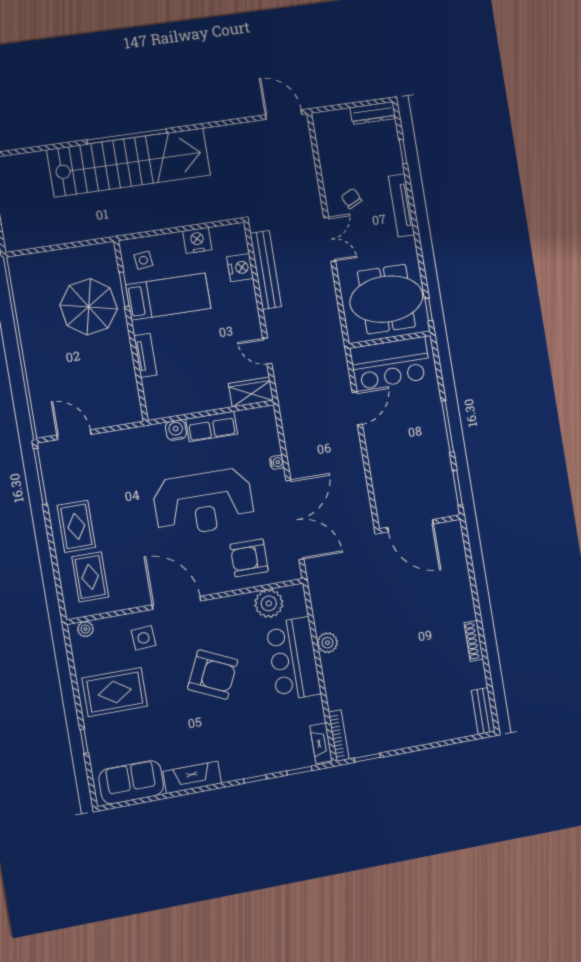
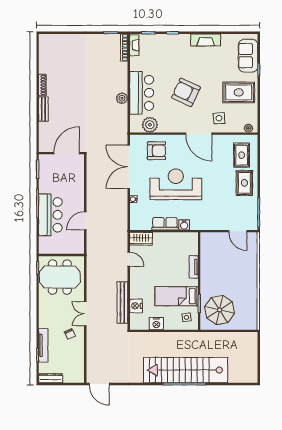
tv unit: (401, 205) -> (43, 345), moved
parasol: (89, 307) -> (220, 310), moved
bar counter: (391, 363) -> (50, 215), moved, turned 90
door: (411, 526) -> (67, 153), hinge flipped
bench: (483, 711) -> (43, 109), moved
sofa: (131, 782) -> (248, 56), moved, turned 90

